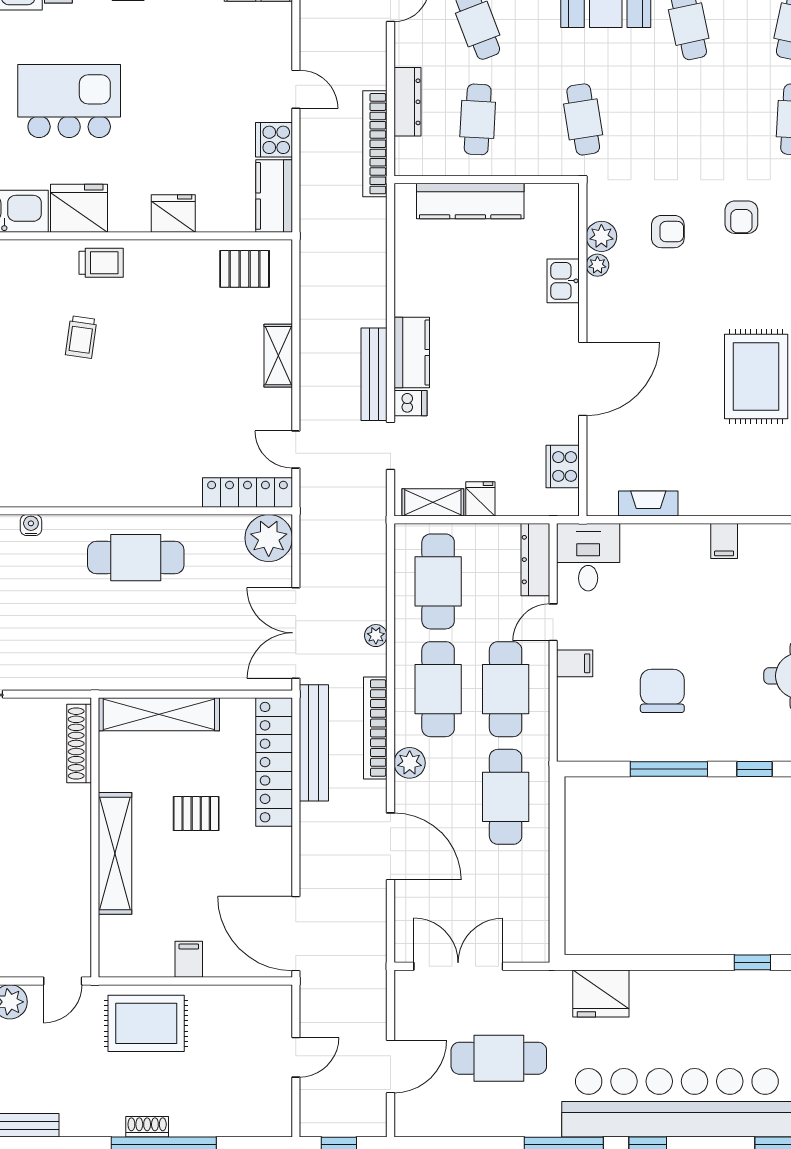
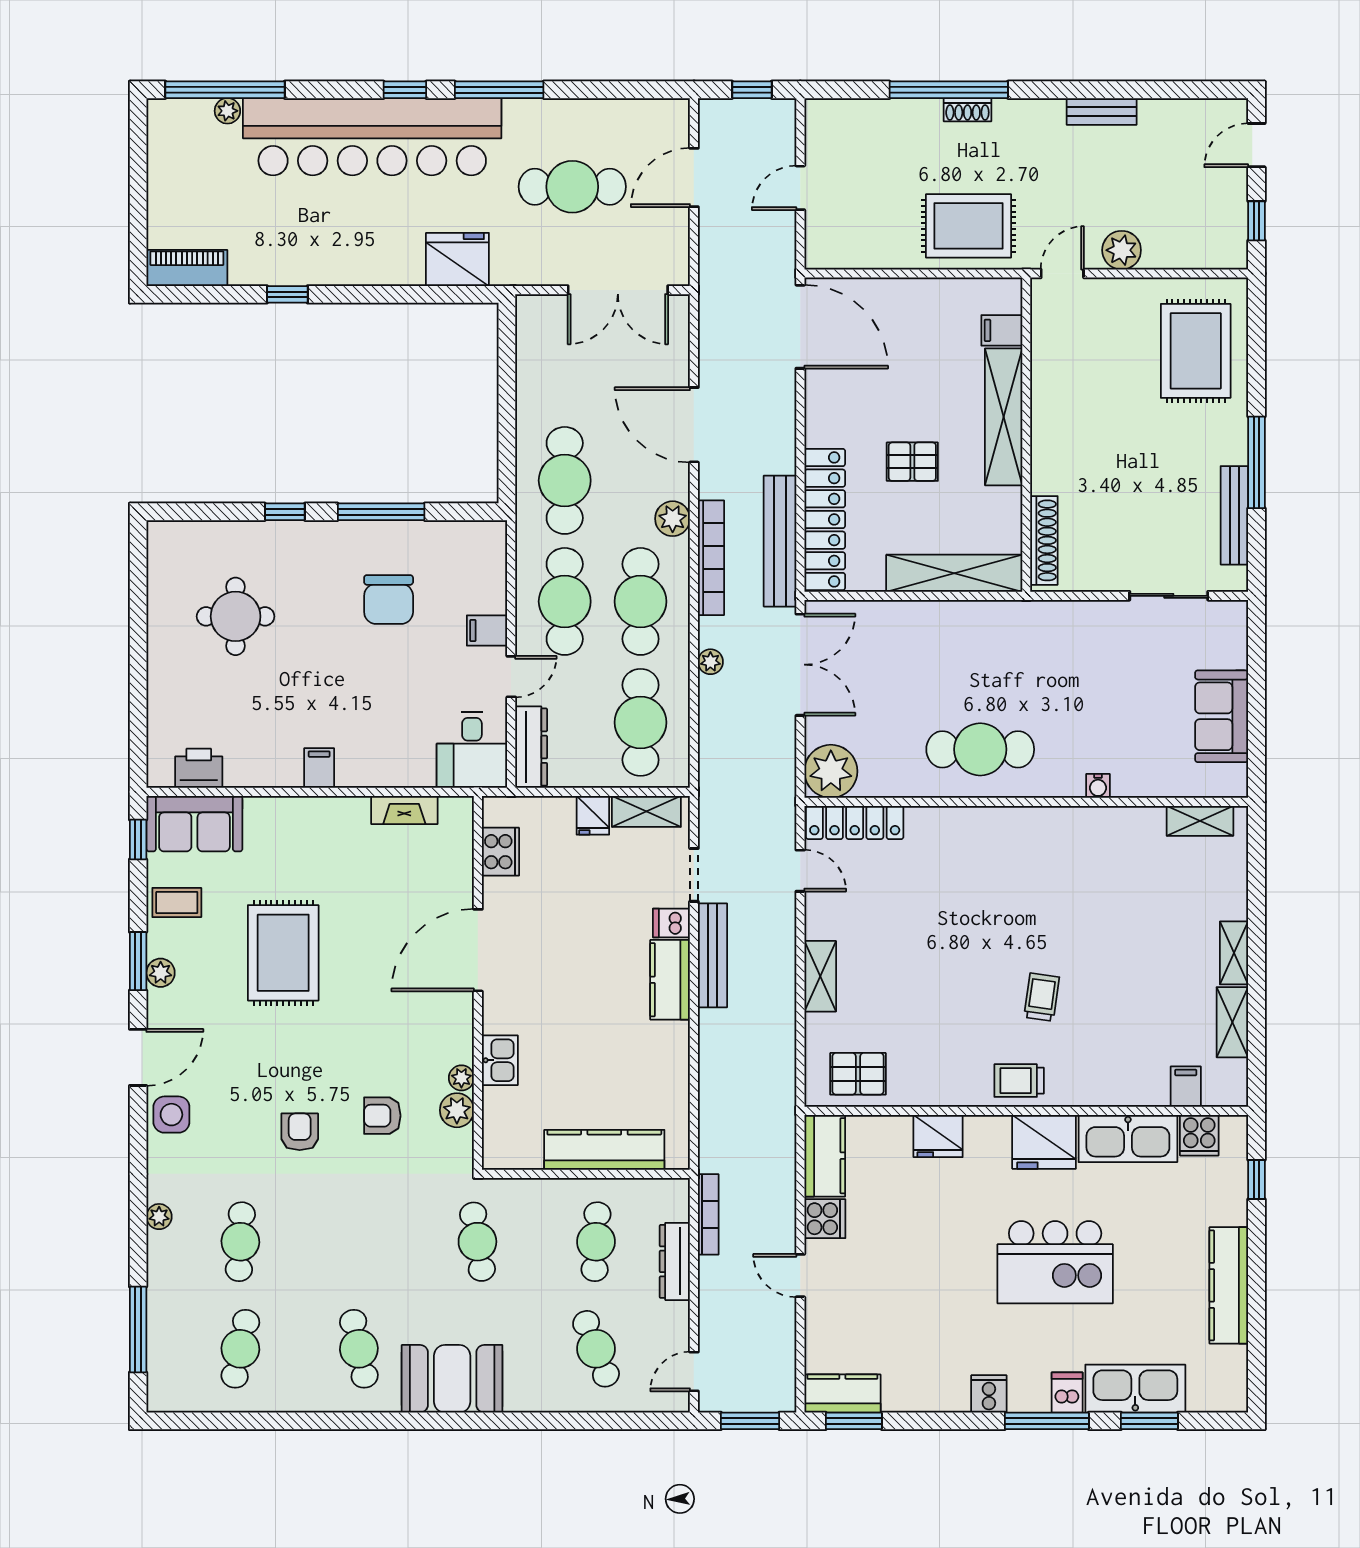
bookcase: (375, 144) -> (708, 1214), width x0.68, depth x0.76
filing cabinet: (189, 959) -> (1002, 330), moved, turned 90

